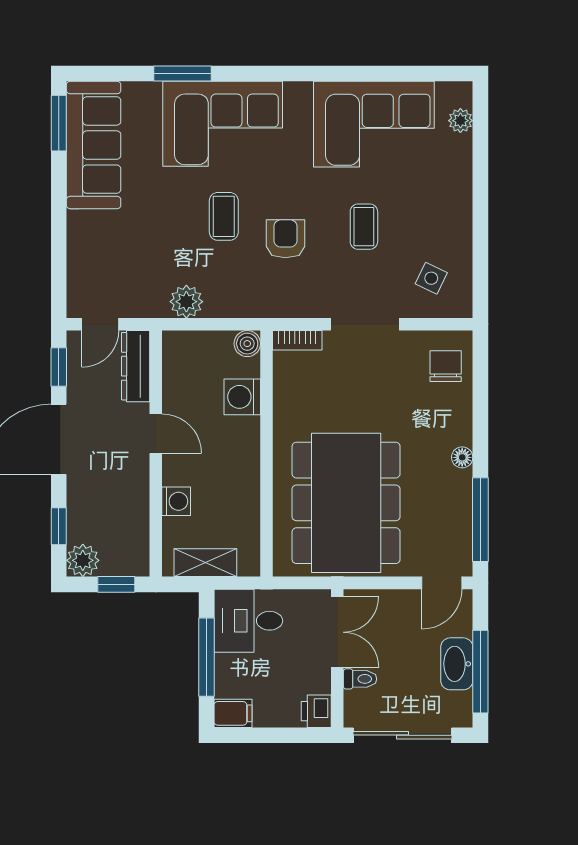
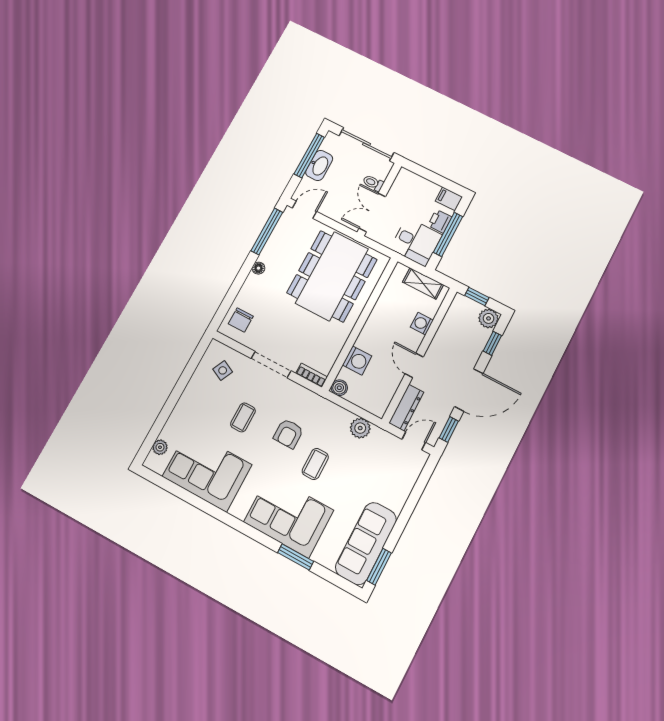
printer: (316, 711) -> (440, 221), moved, turned 180

